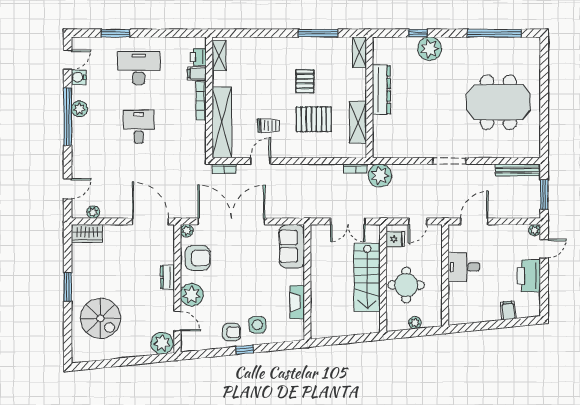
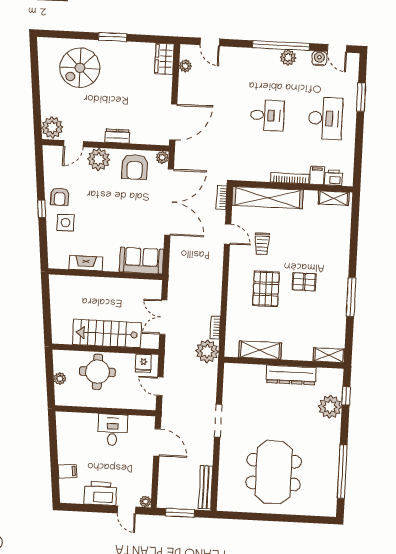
shelving: (359, 52) -> (329, 355), moved
dresser: (381, 90) -> (291, 375), moved
wall: (369, 97) -> (284, 363), moved
shelving: (358, 122) -> (260, 350), moved

